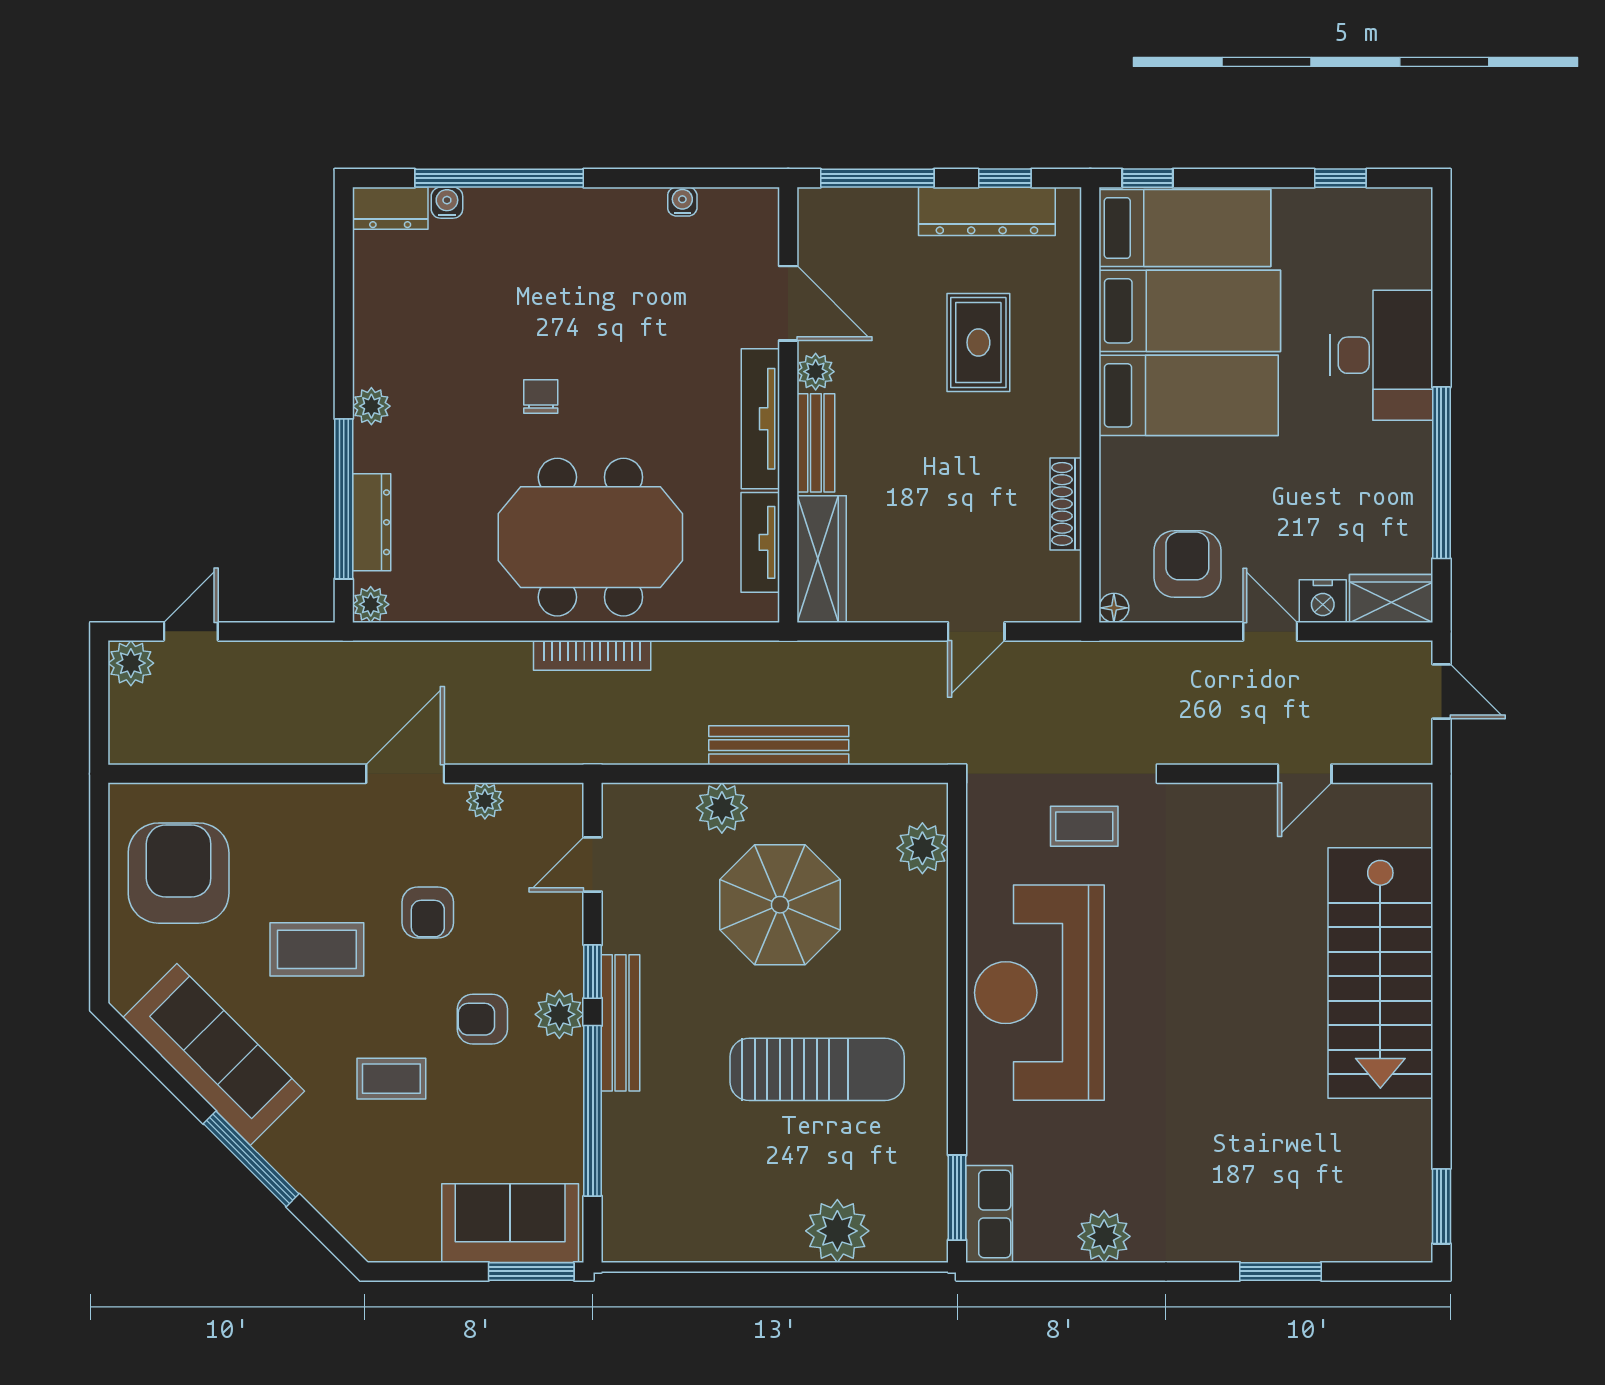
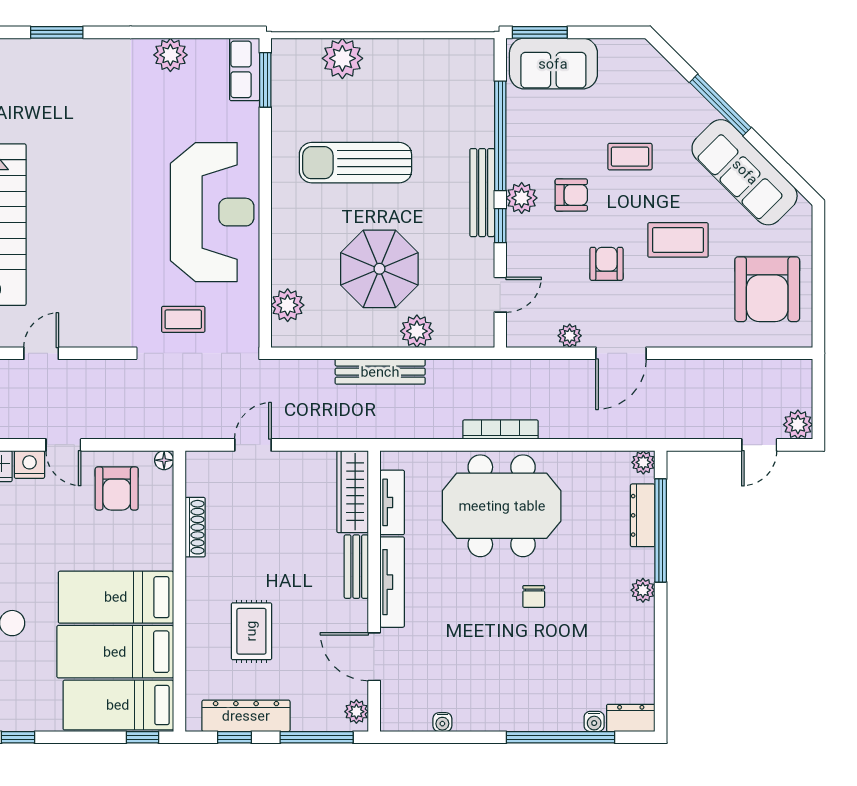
plant: (816, 372) -> (356, 712), moved

